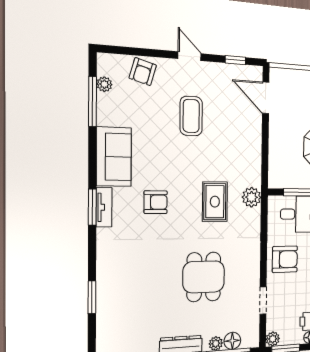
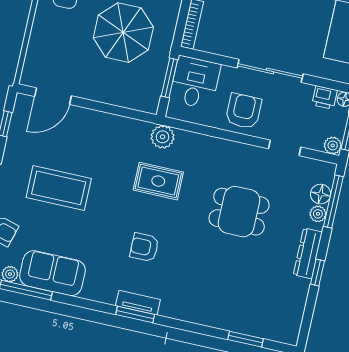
coffee table: (191, 116) -> (59, 188), width x1.36, depth x1.32
sofa: (114, 157) -> (52, 273), moved
armchair: (156, 202) -> (144, 247), turned -90
window: (92, 297) -> (245, 339), moved

